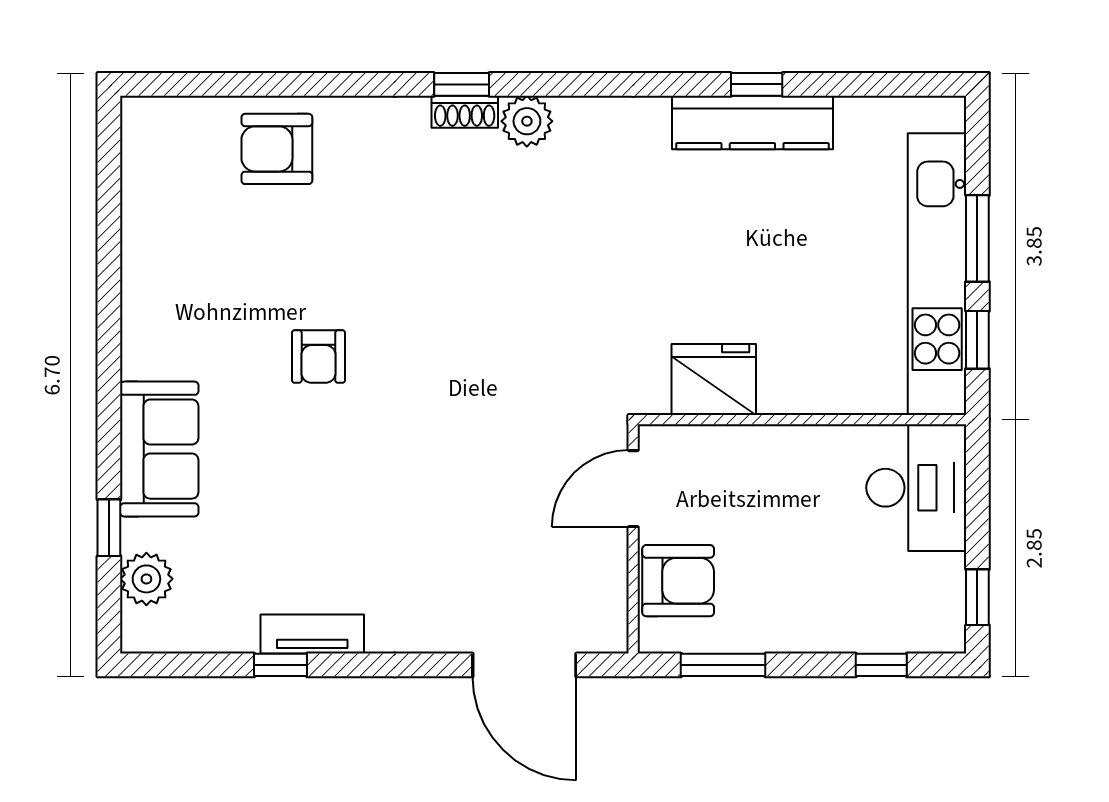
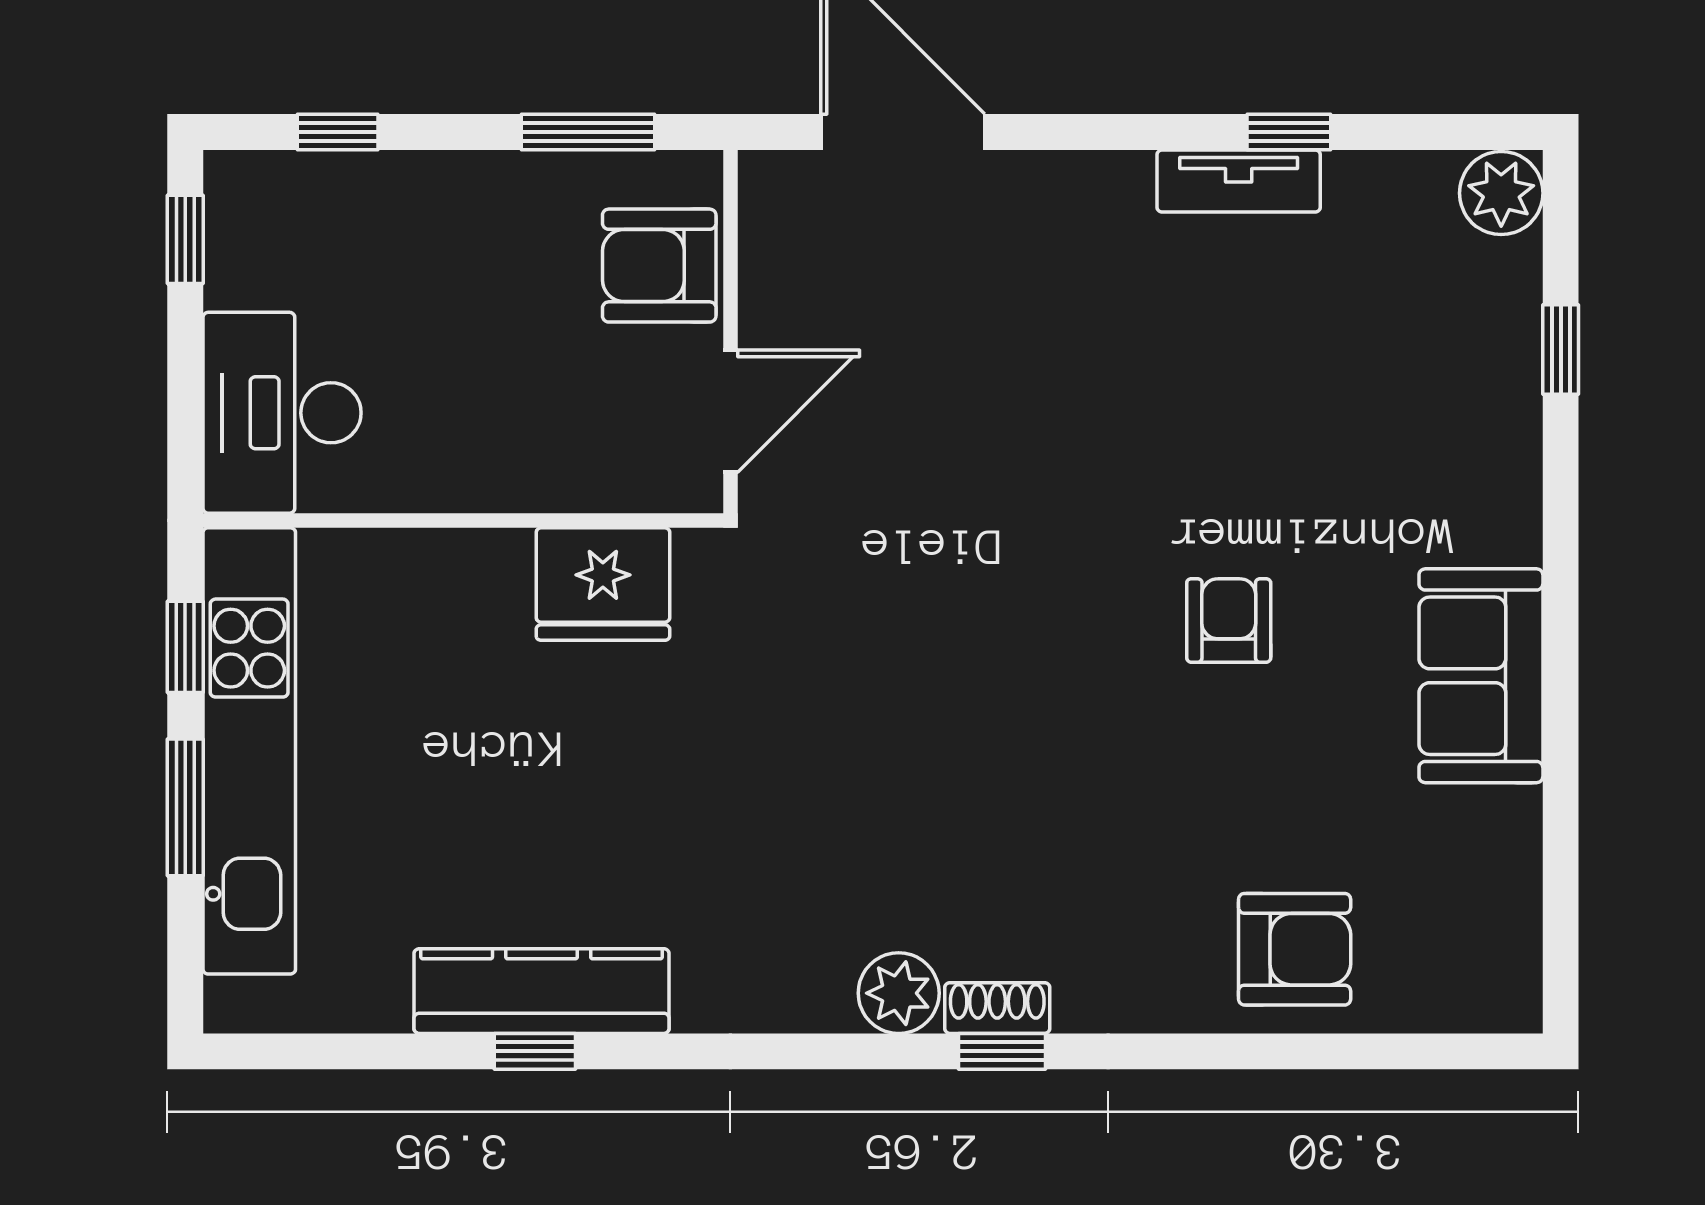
sofa: (159, 449) -> (1481, 676), moved
plant: (146, 579) -> (1501, 193), moved

